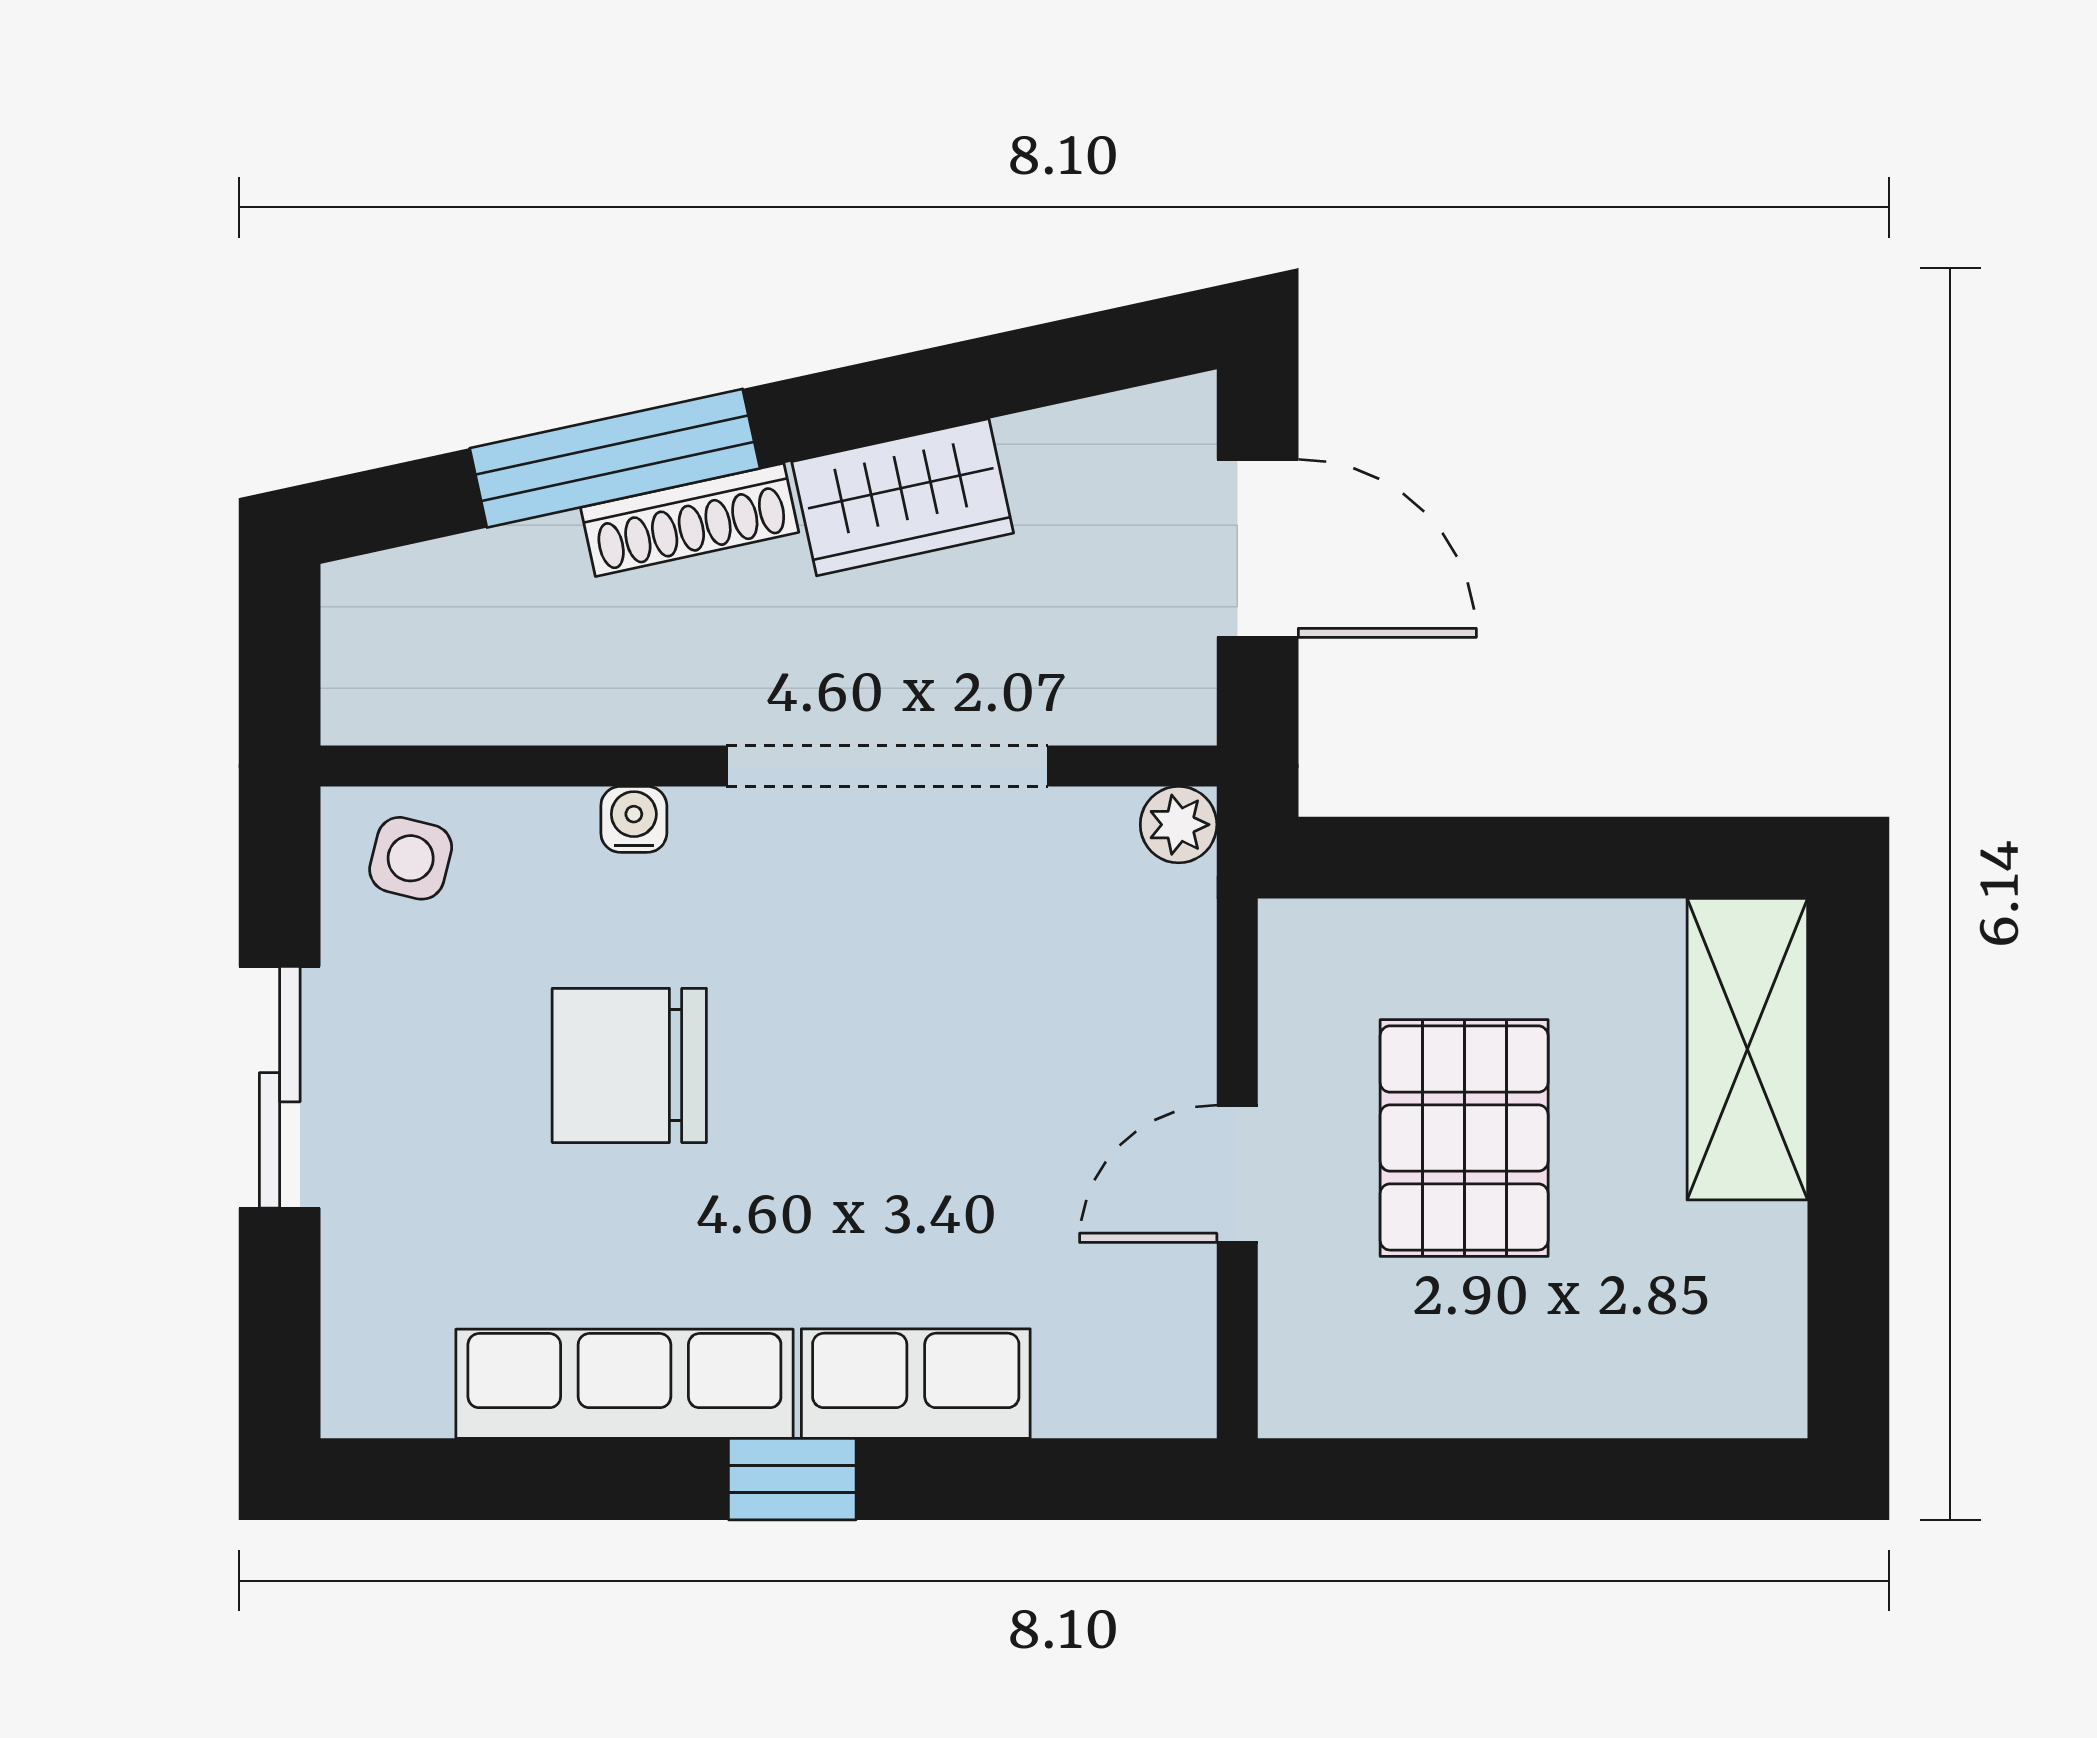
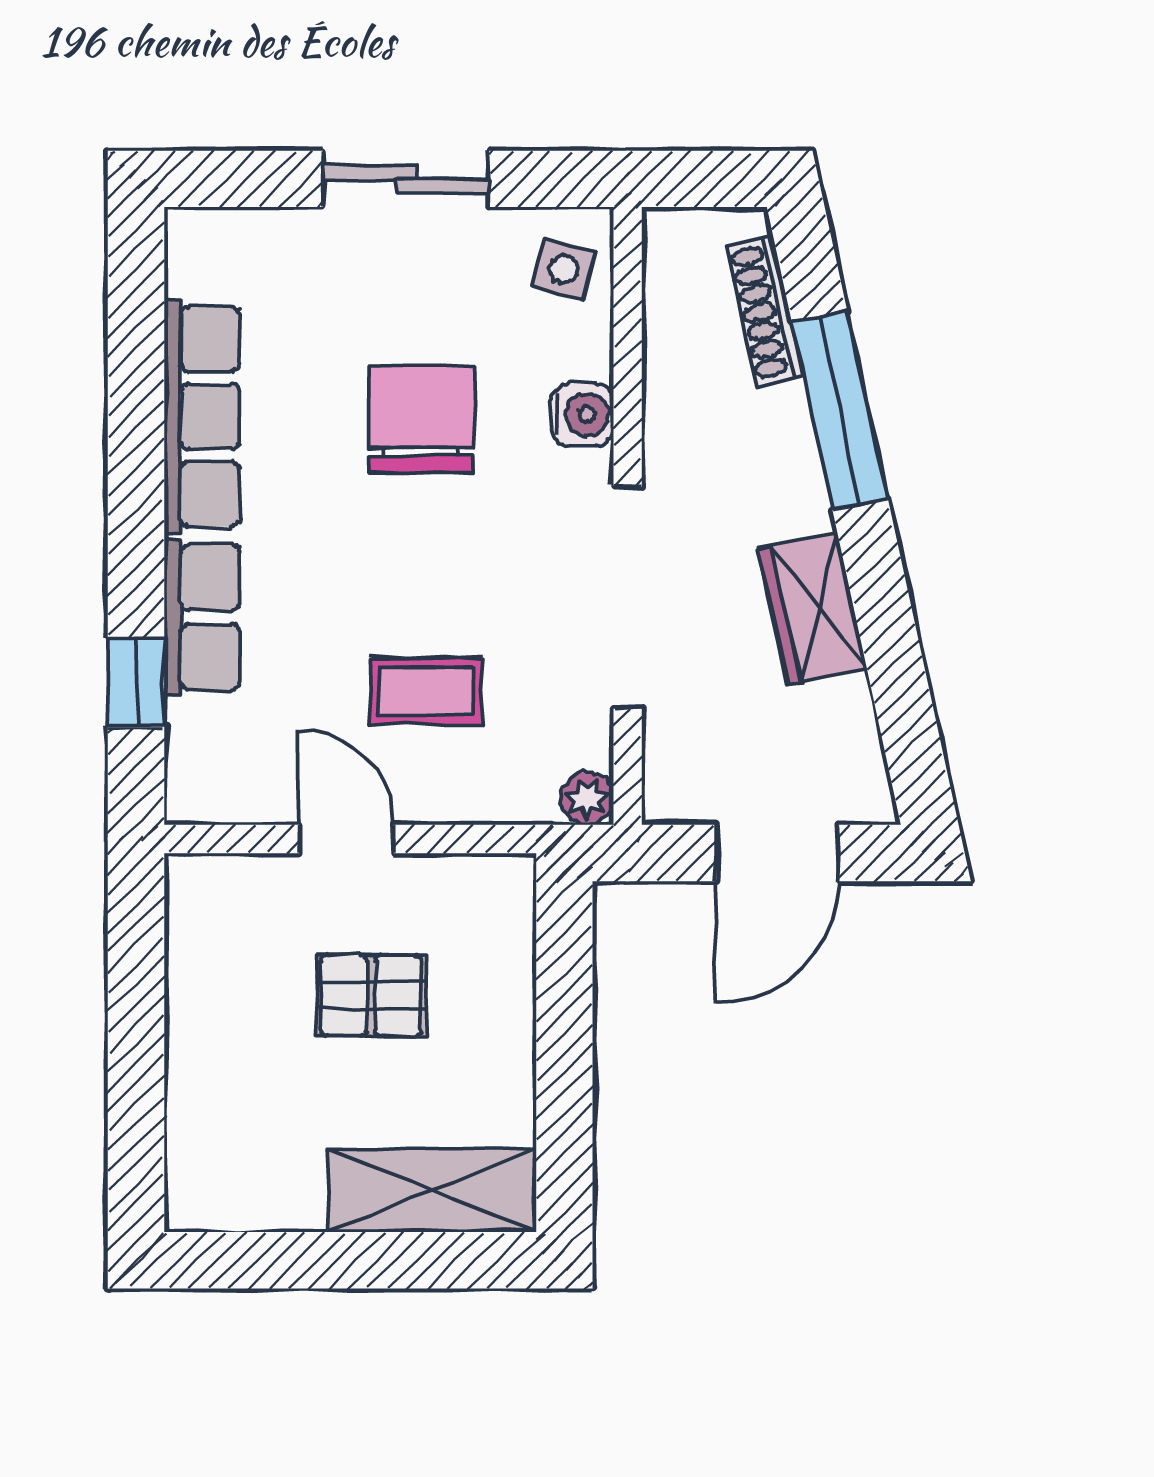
shoe rack: (690, 520) -> (765, 311), moved
water cooler: (634, 819) -> (582, 414), width x1.38, depth x1.38
coffee table: (1022, 1058) -> (426, 691), added
pallet: (1464, 1138) -> (371, 995), width x0.67, depth x0.71
window: (792, 1479) -> (136, 683), moved

